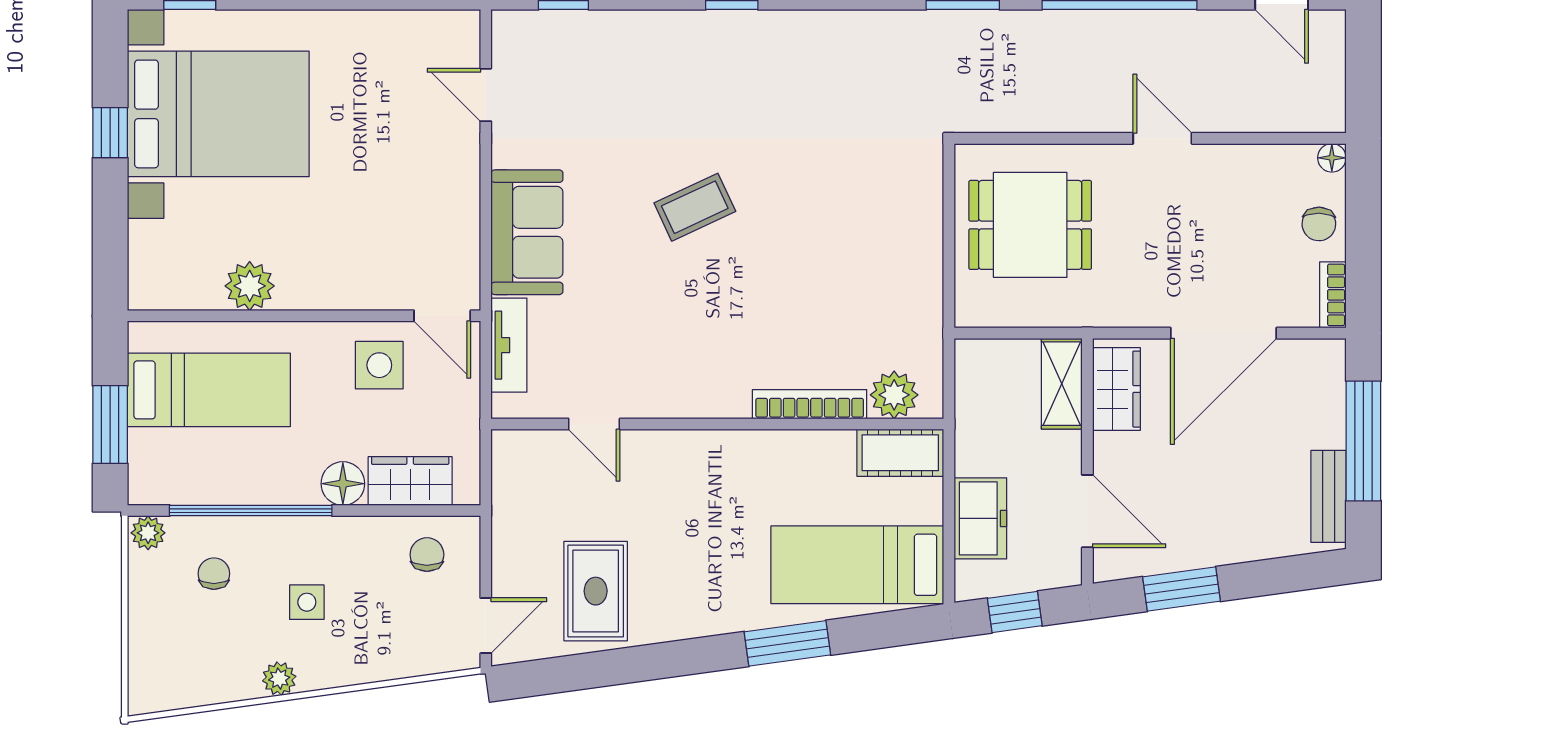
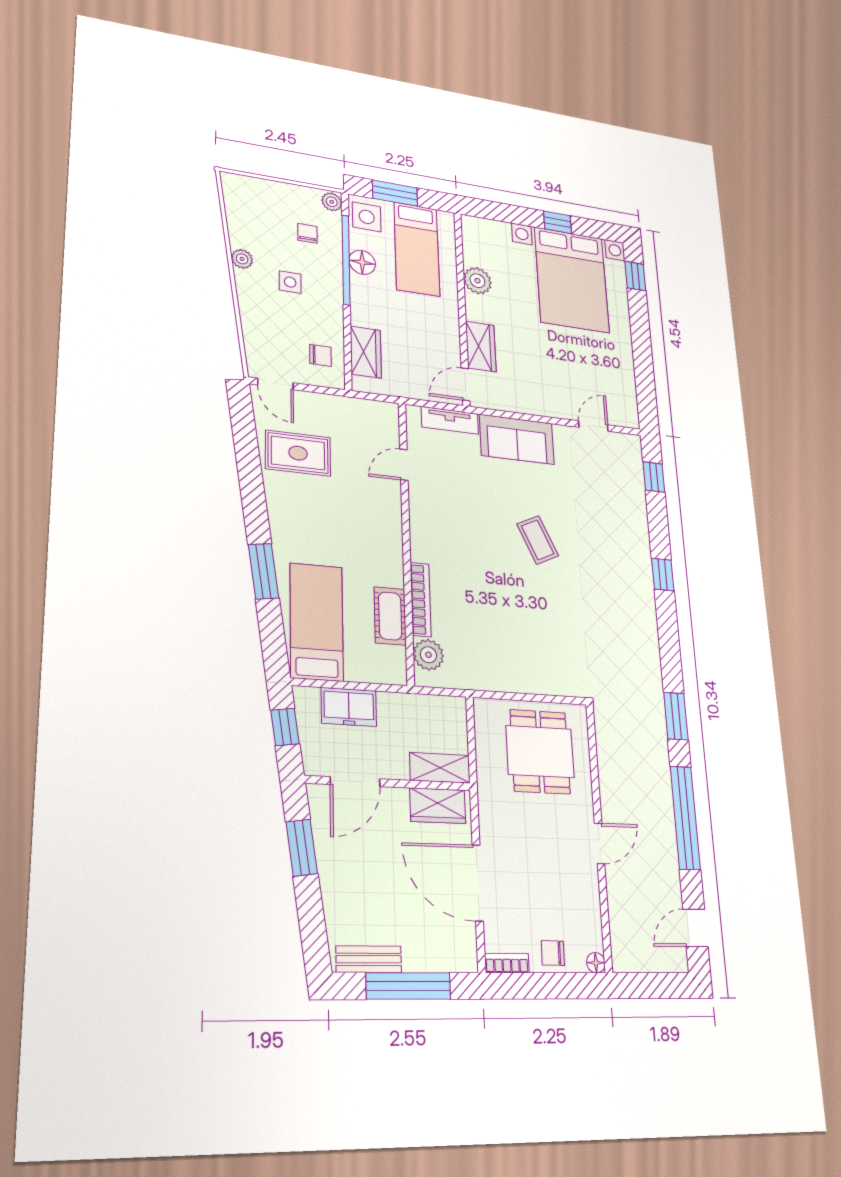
wardrobe: (370, 286) -> (481, 346), added
side table: (379, 365) -> (367, 217), moved
cot: (900, 453) -> (390, 616), moved
floor lamp: (343, 484) -> (362, 262), moved
chair: (214, 574) -> (307, 233), turned -90

